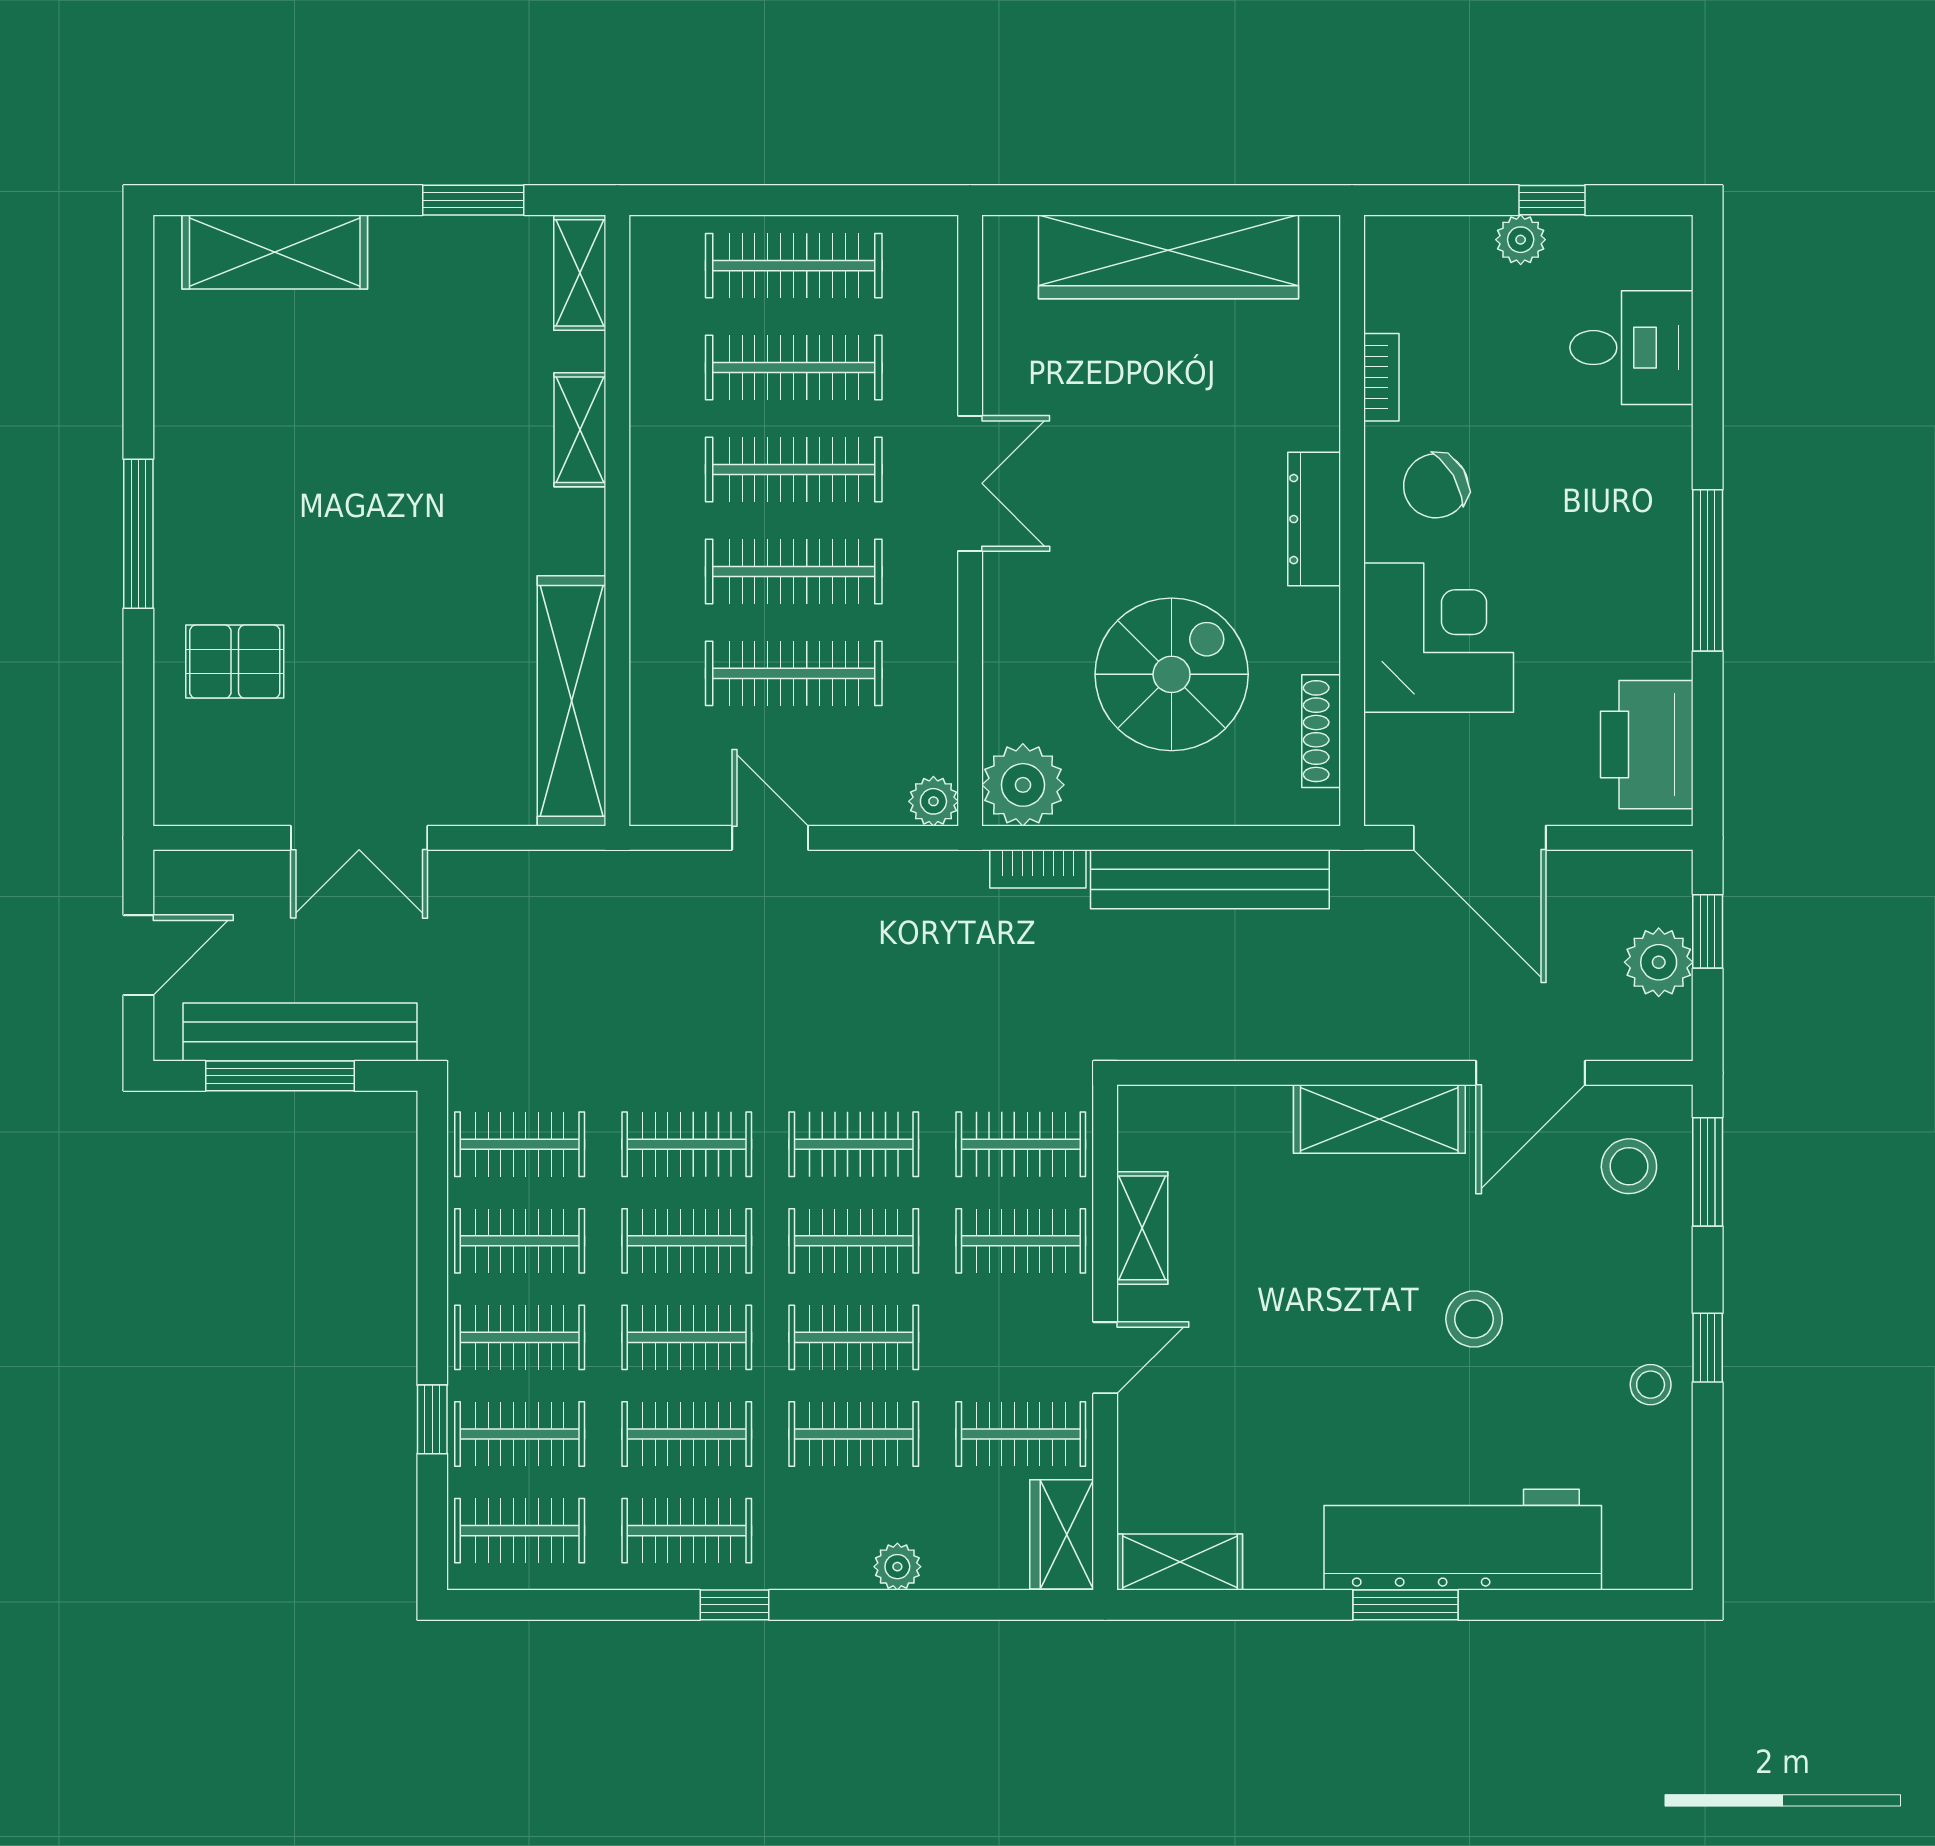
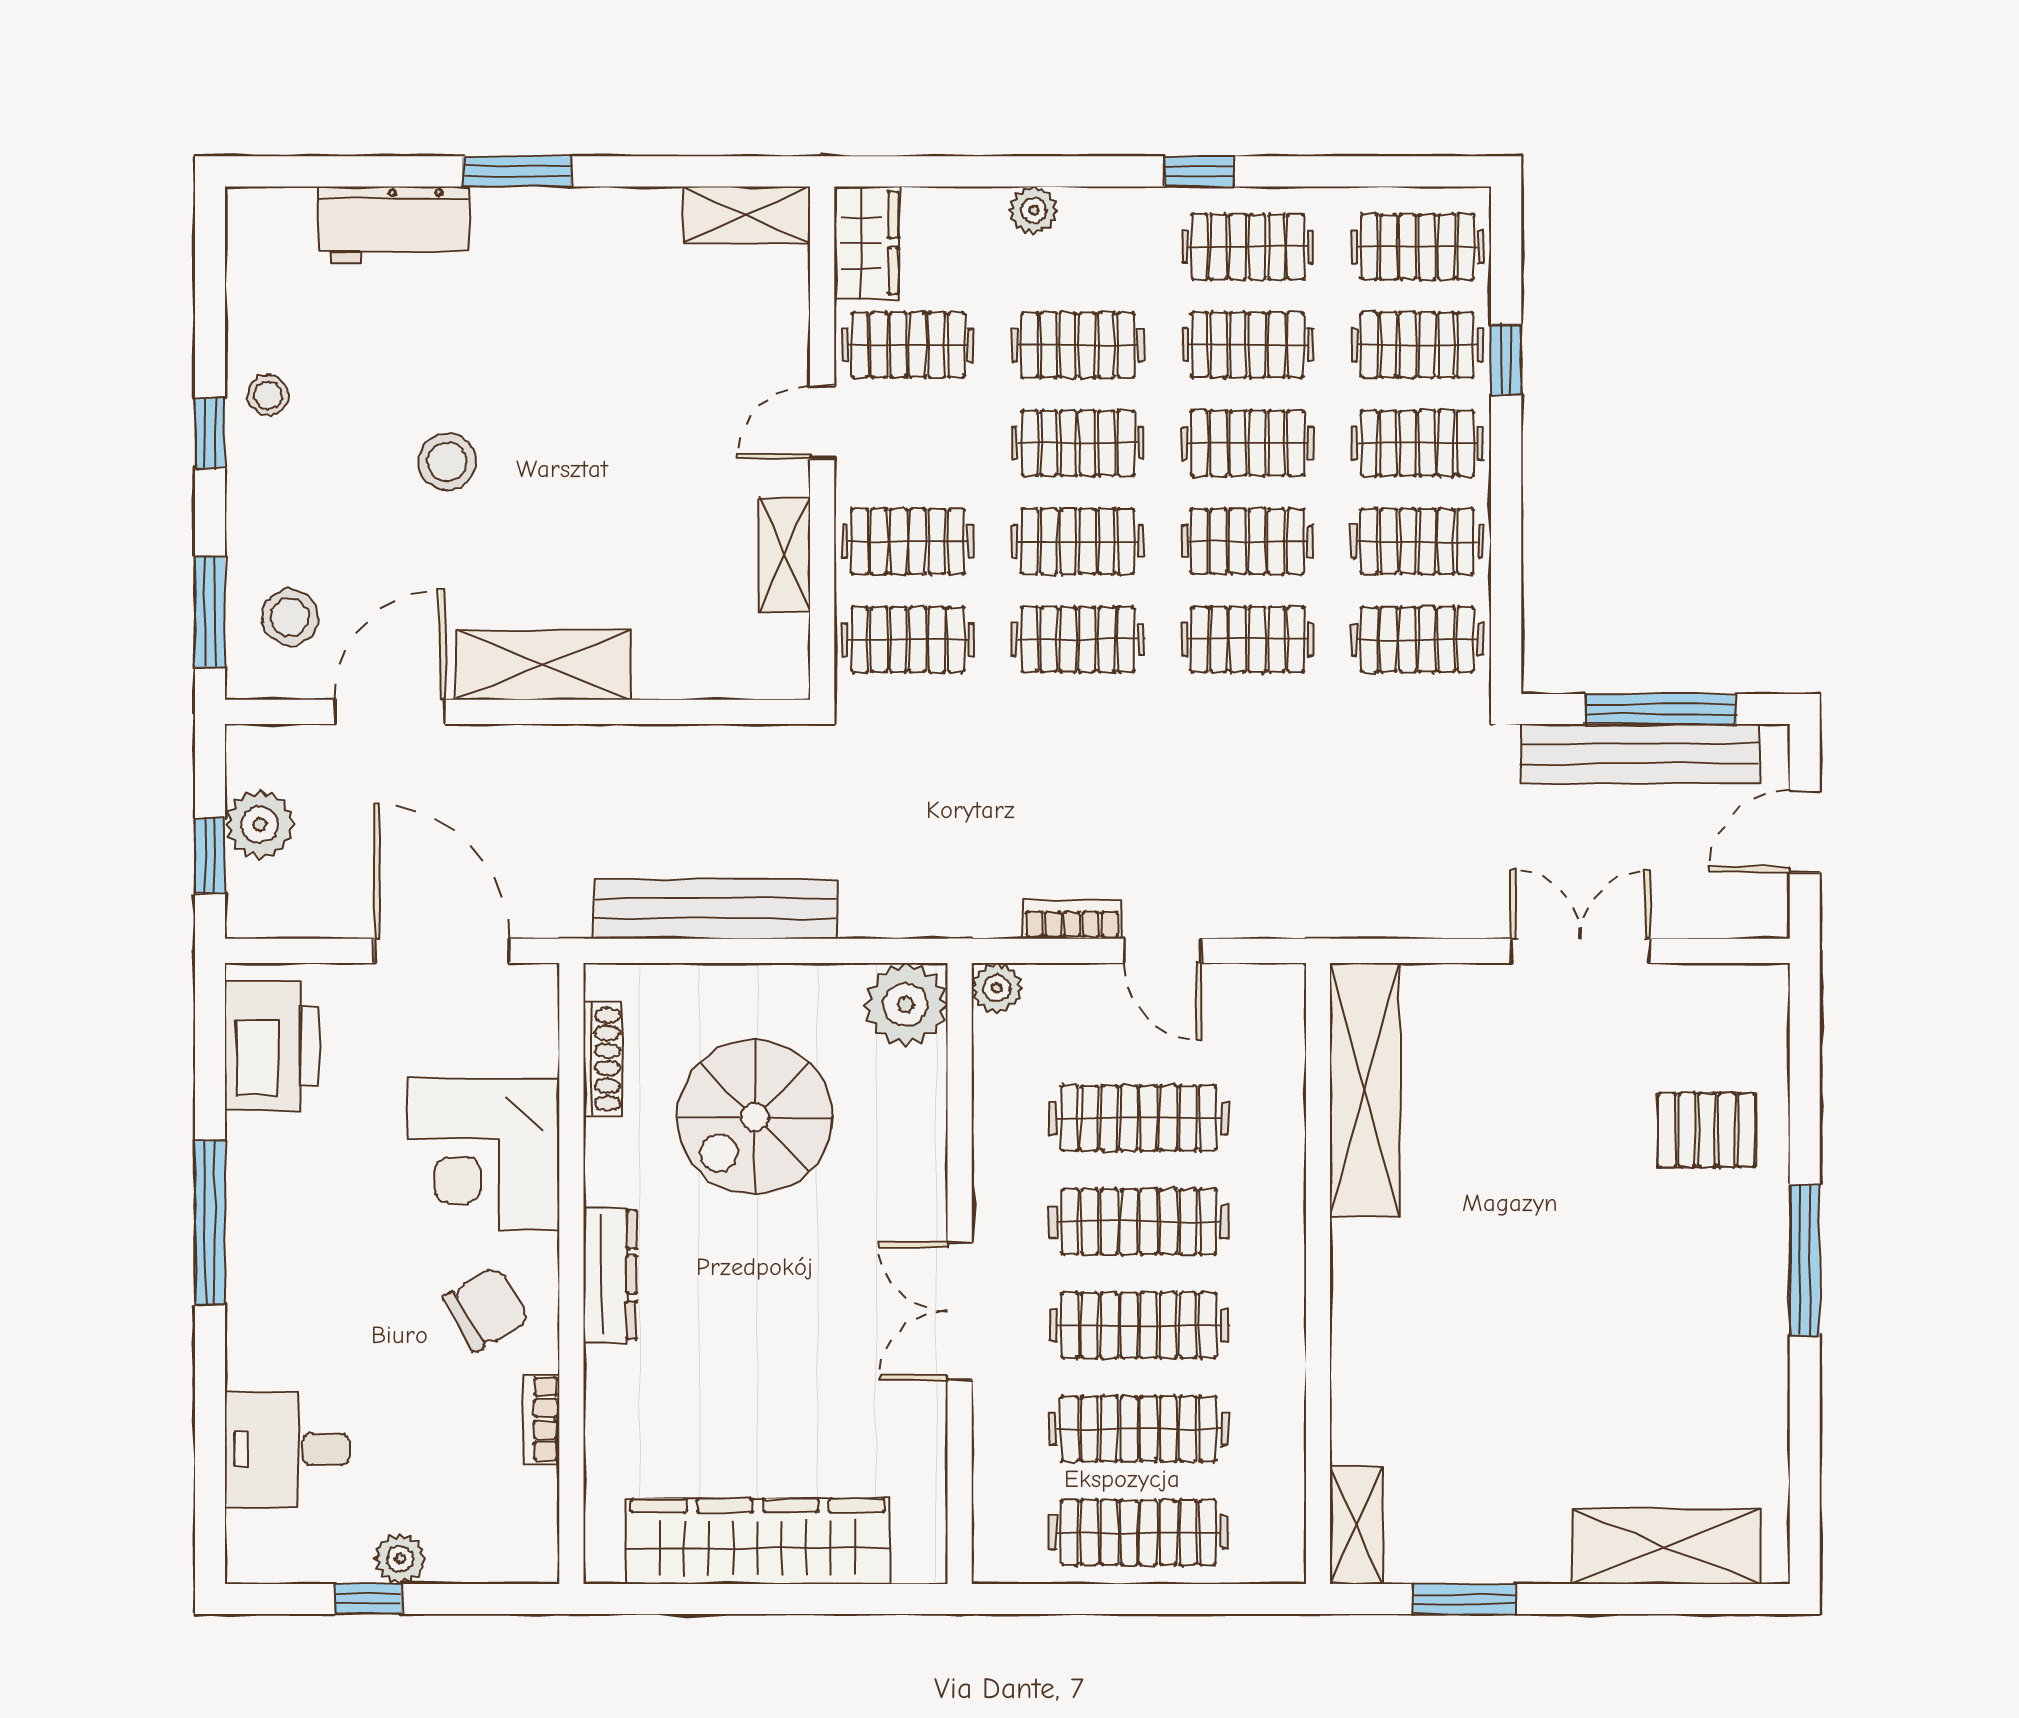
shelving: (580, 430) -> (1356, 1366), removed
bookcase: (1038, 869) -> (1072, 919), moved
workbench: (1463, 1540) -> (393, 225), width x0.53, depth x0.76

